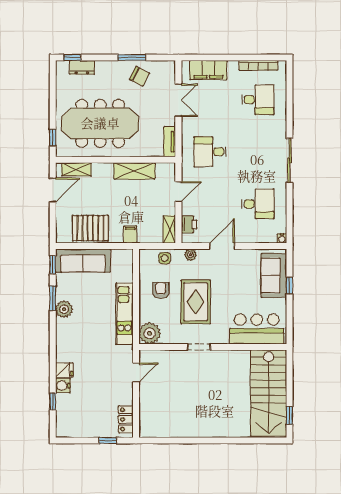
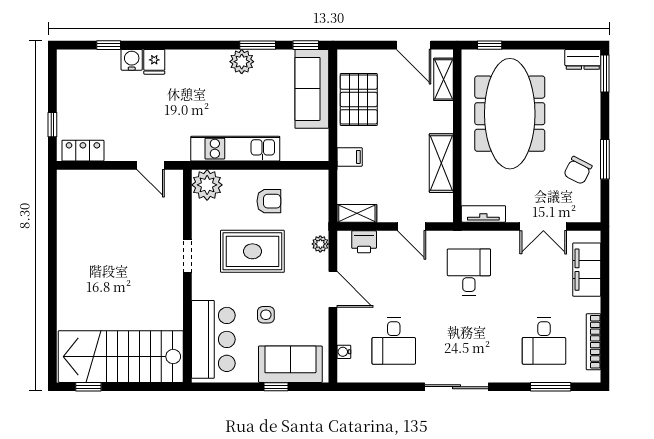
window: (72, 57) -> (605, 74), width x1.50
dresser: (82, 67) -> (583, 59), moved, turned -90
window: (289, 95) -> (551, 387), added
water cooler: (282, 238) -> (344, 352), moved
side table: (165, 258) -> (266, 315), moved

